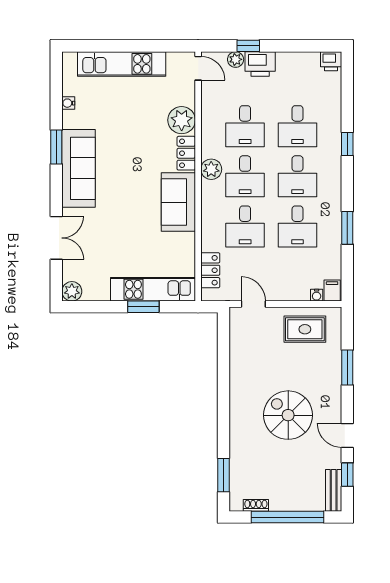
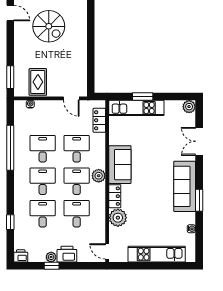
window: (248, 46) -> (52, 266), moved
plant: (236, 59) -> (51, 257), moved
window: (347, 144) -> (10, 222), moved
plant: (211, 169) -> (99, 176), moved
window: (347, 228) -> (10, 148), width x2.11
filing cabinet: (332, 291) -> (20, 107), removed
rug: (305, 329) -> (38, 82), turned 90
window: (347, 368) -> (10, 77), moved

